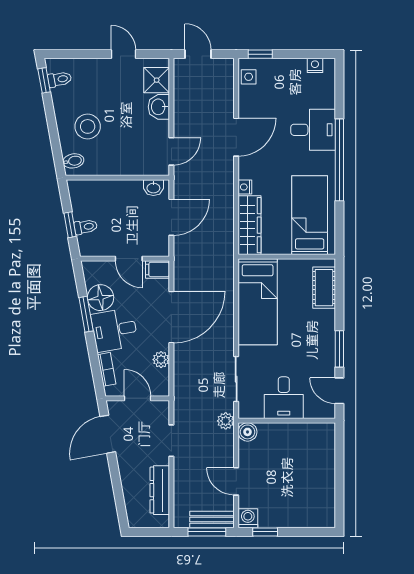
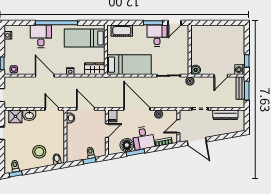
wardrobe: (250, 225) -> (95, 69), width x0.67
desk: (284, 398) -> (157, 36), moved, turned -90

